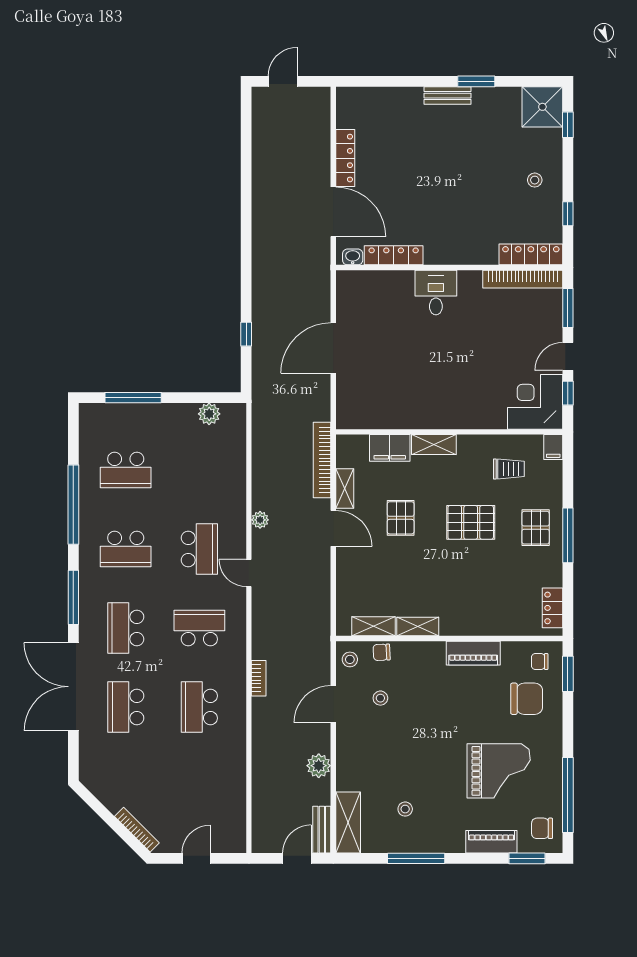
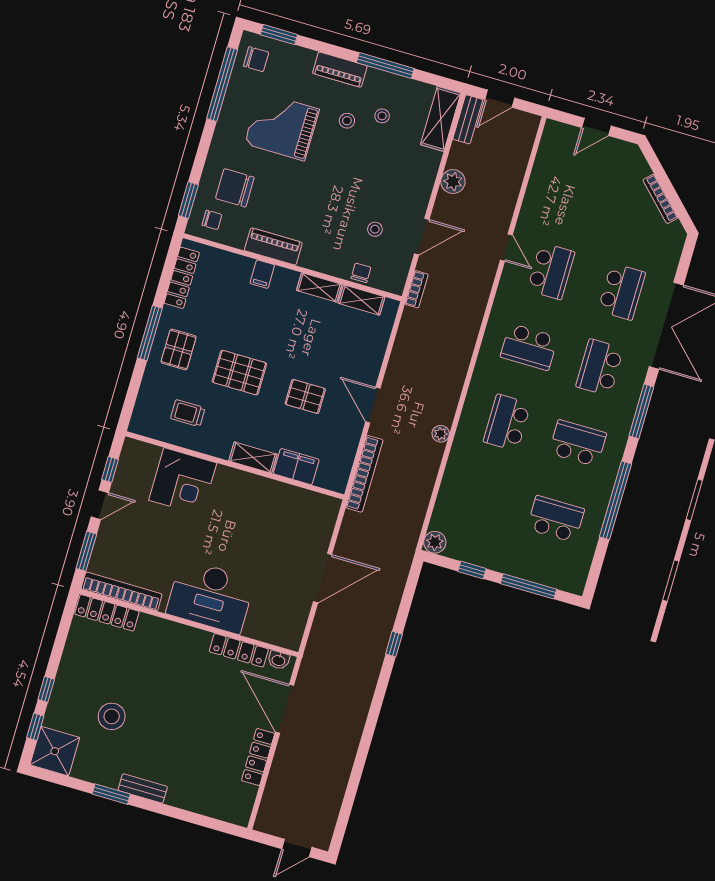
stool: (535, 180) -> (112, 716), moved, width x1.89, depth x1.89
window: (568, 214) -> (46, 689), moved
desk: (436, 292) -> (211, 596), width x1.87, depth x1.30
window: (246, 334) -> (394, 644), moved
window: (192, 398) -> (472, 570), added
corner desk: (535, 402) -> (183, 482), moved
plant: (209, 414) -> (435, 542), moved
filing cabinet: (553, 447) -> (262, 274), moved, turned 180
shelving: (345, 489) -> (351, 440), removed
pallet: (401, 518) -> (305, 396), turned 90
door: (249, 573) -> (506, 248), moved
locker: (553, 608) -> (182, 278), width x1.53
school desk: (126, 628) -> (600, 367), turned 180
chair: (382, 652) -> (361, 273), turned -87
stool: (350, 659) -> (347, 121), moved
bookcase: (259, 678) -> (417, 289), moved, turned 180
bookcase: (137, 830) -> (660, 199), moved
piano: (491, 842) -> (340, 70), moved

